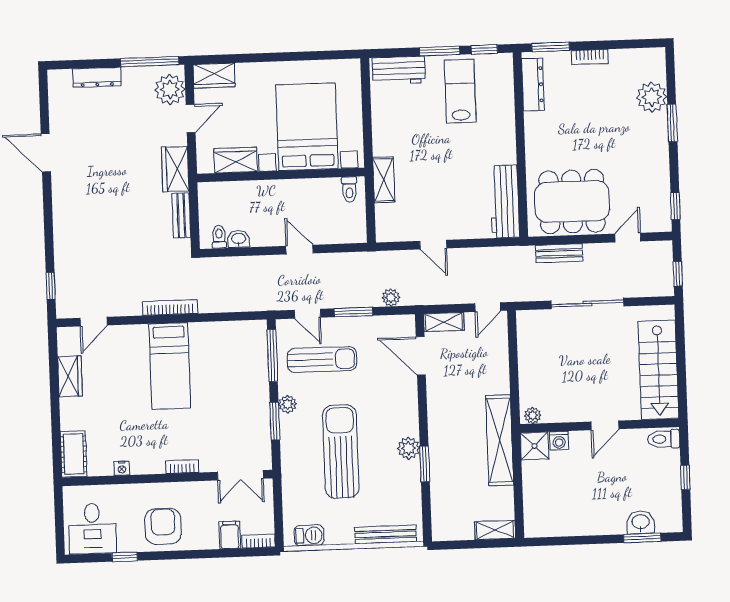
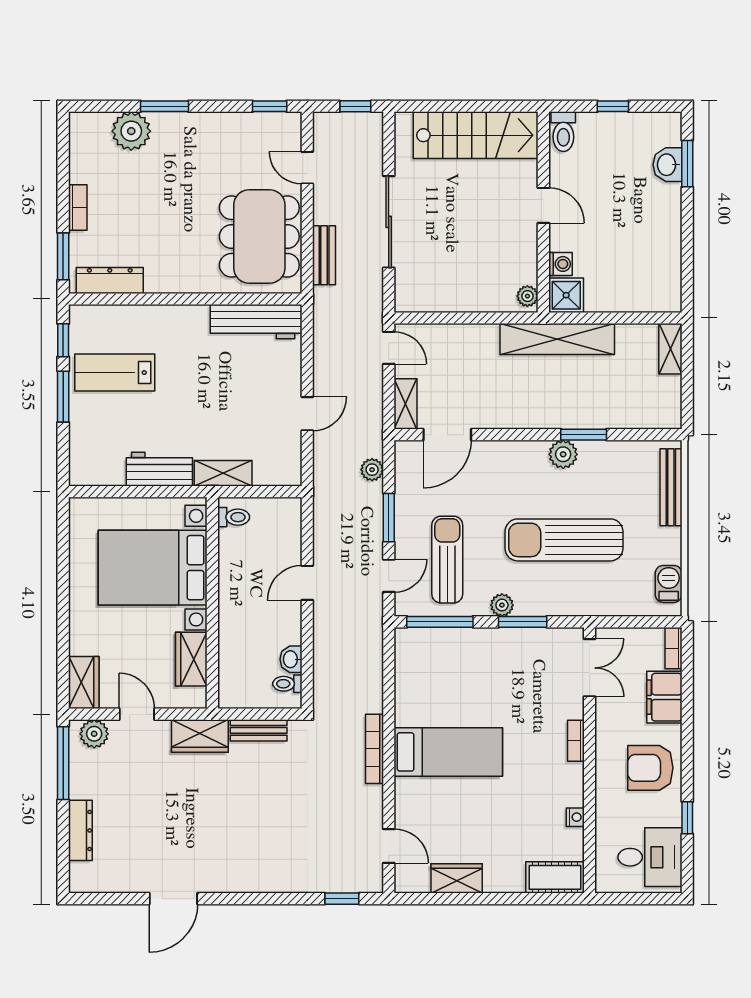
workbench: (399, 70) -> (159, 469), moved, turned -90
plant: (170, 90) -> (94, 734), width x0.73, depth x0.73
filing cabinet: (230, 535) -> (664, 697), width x2.00

